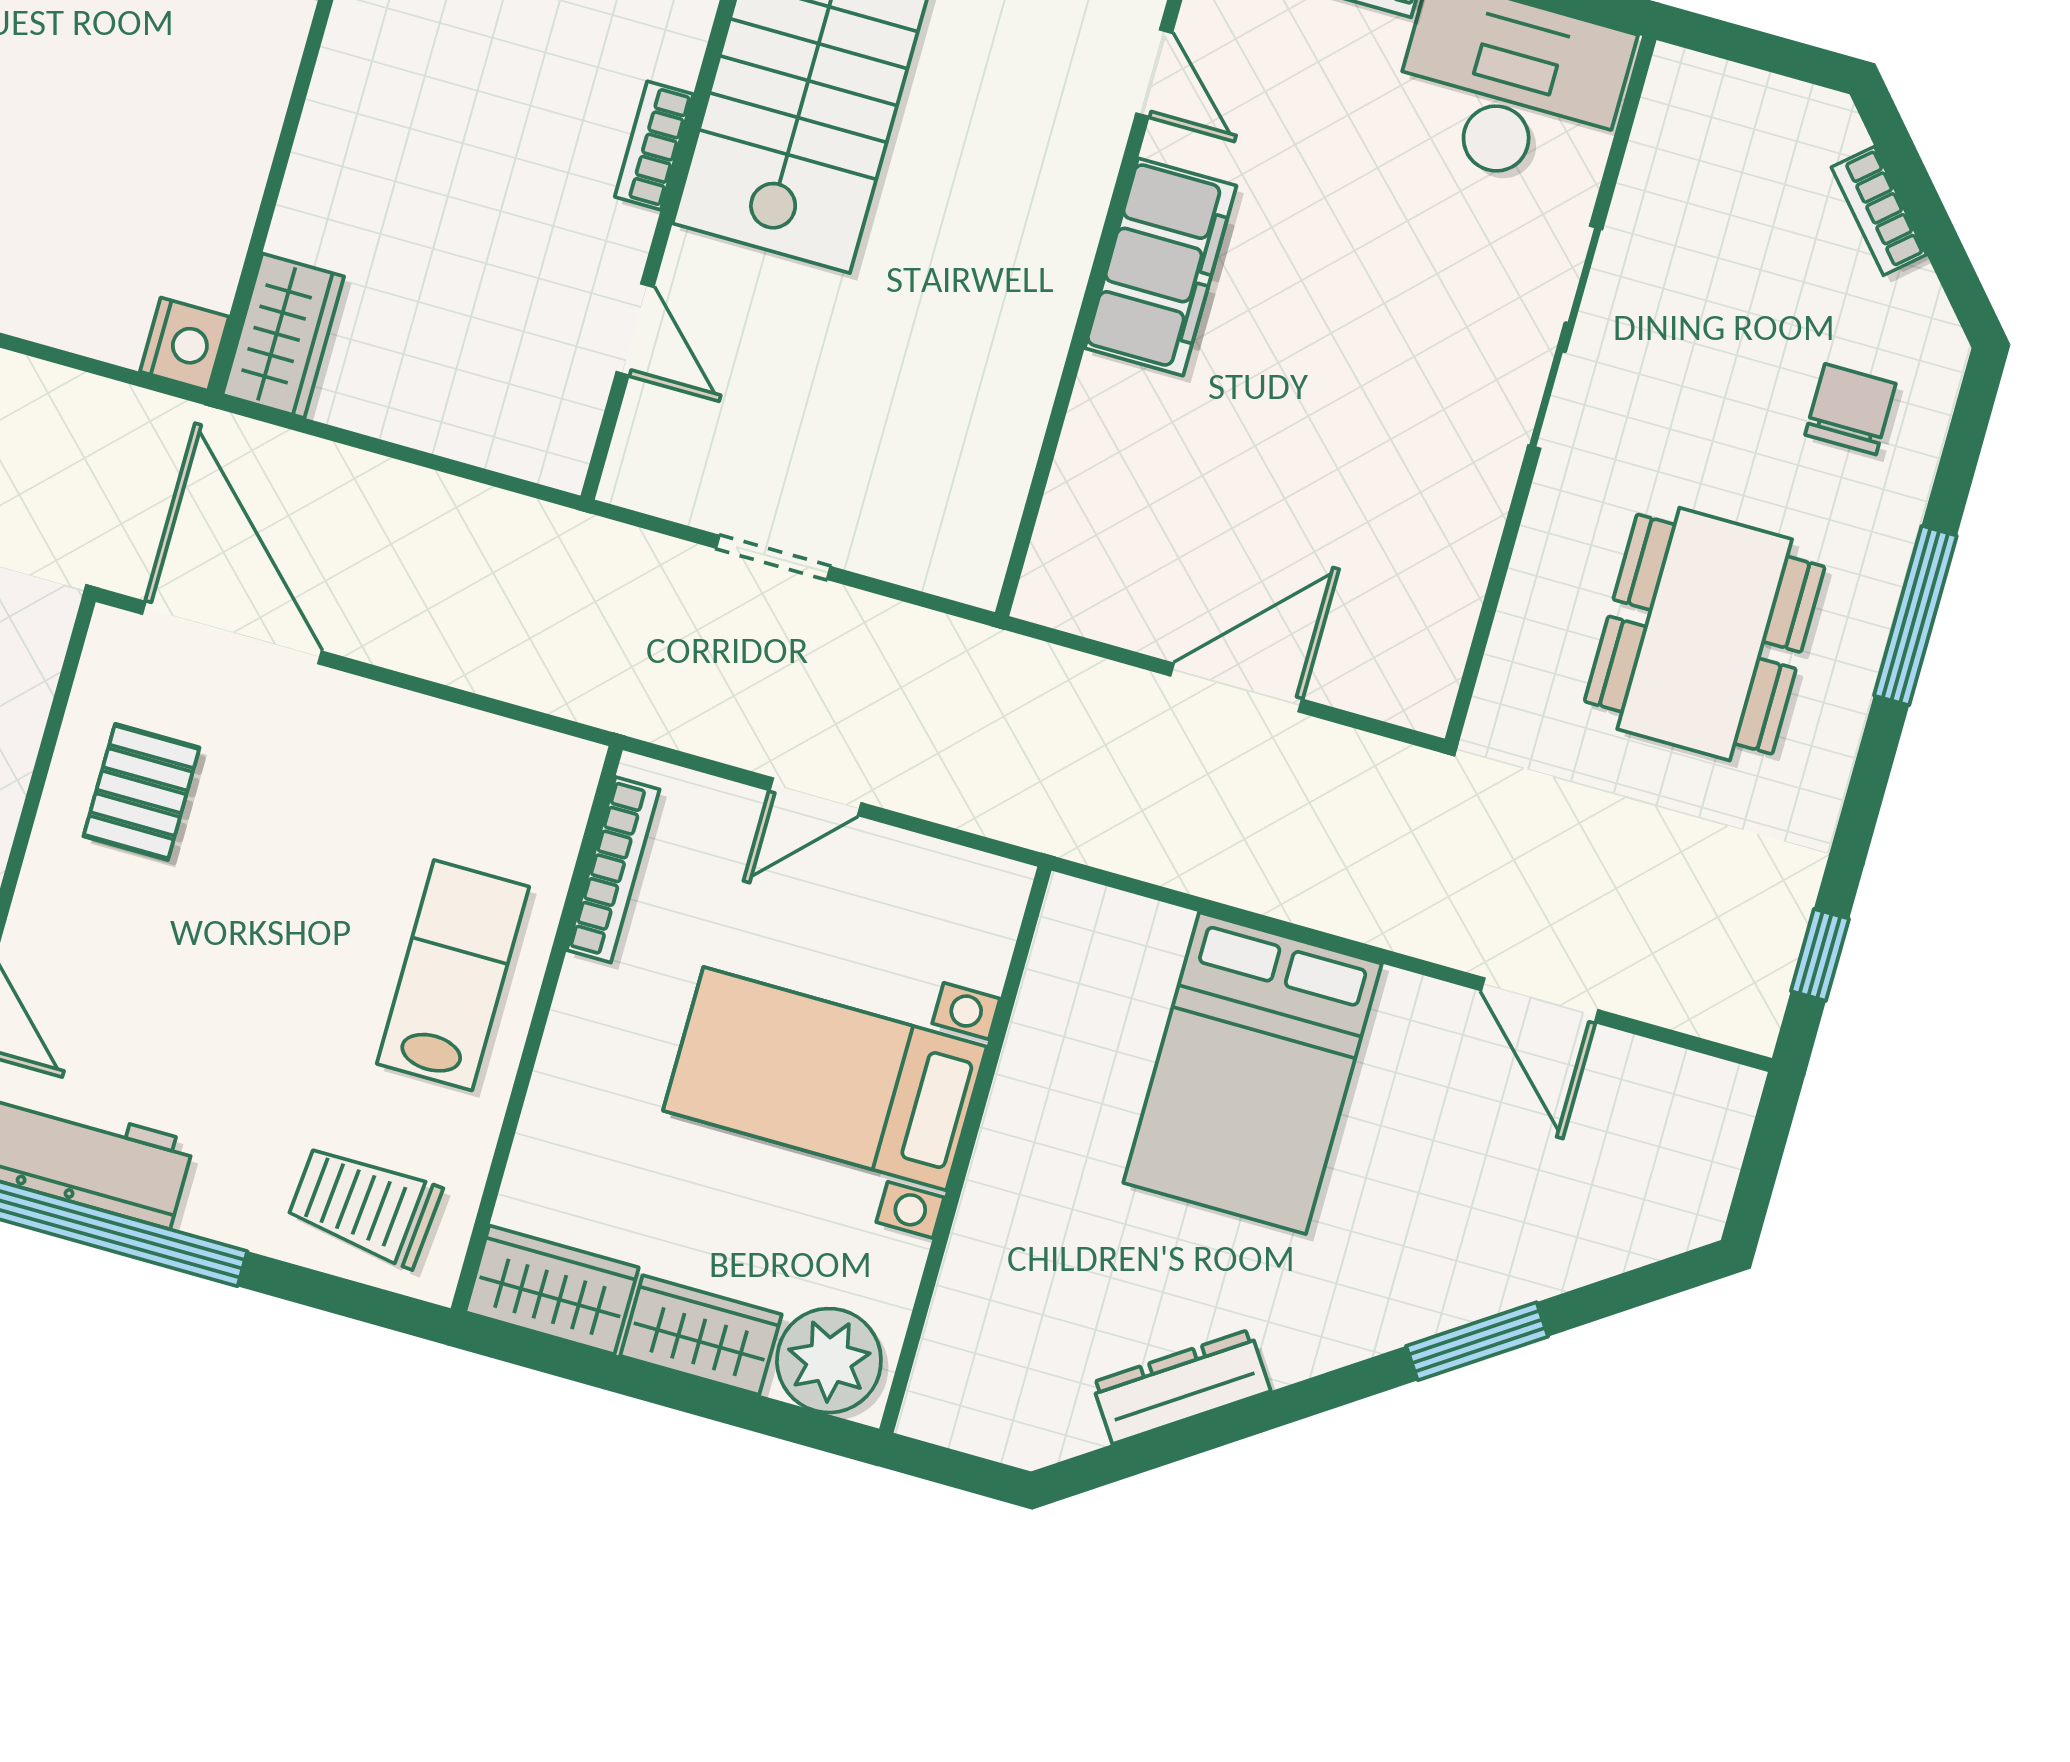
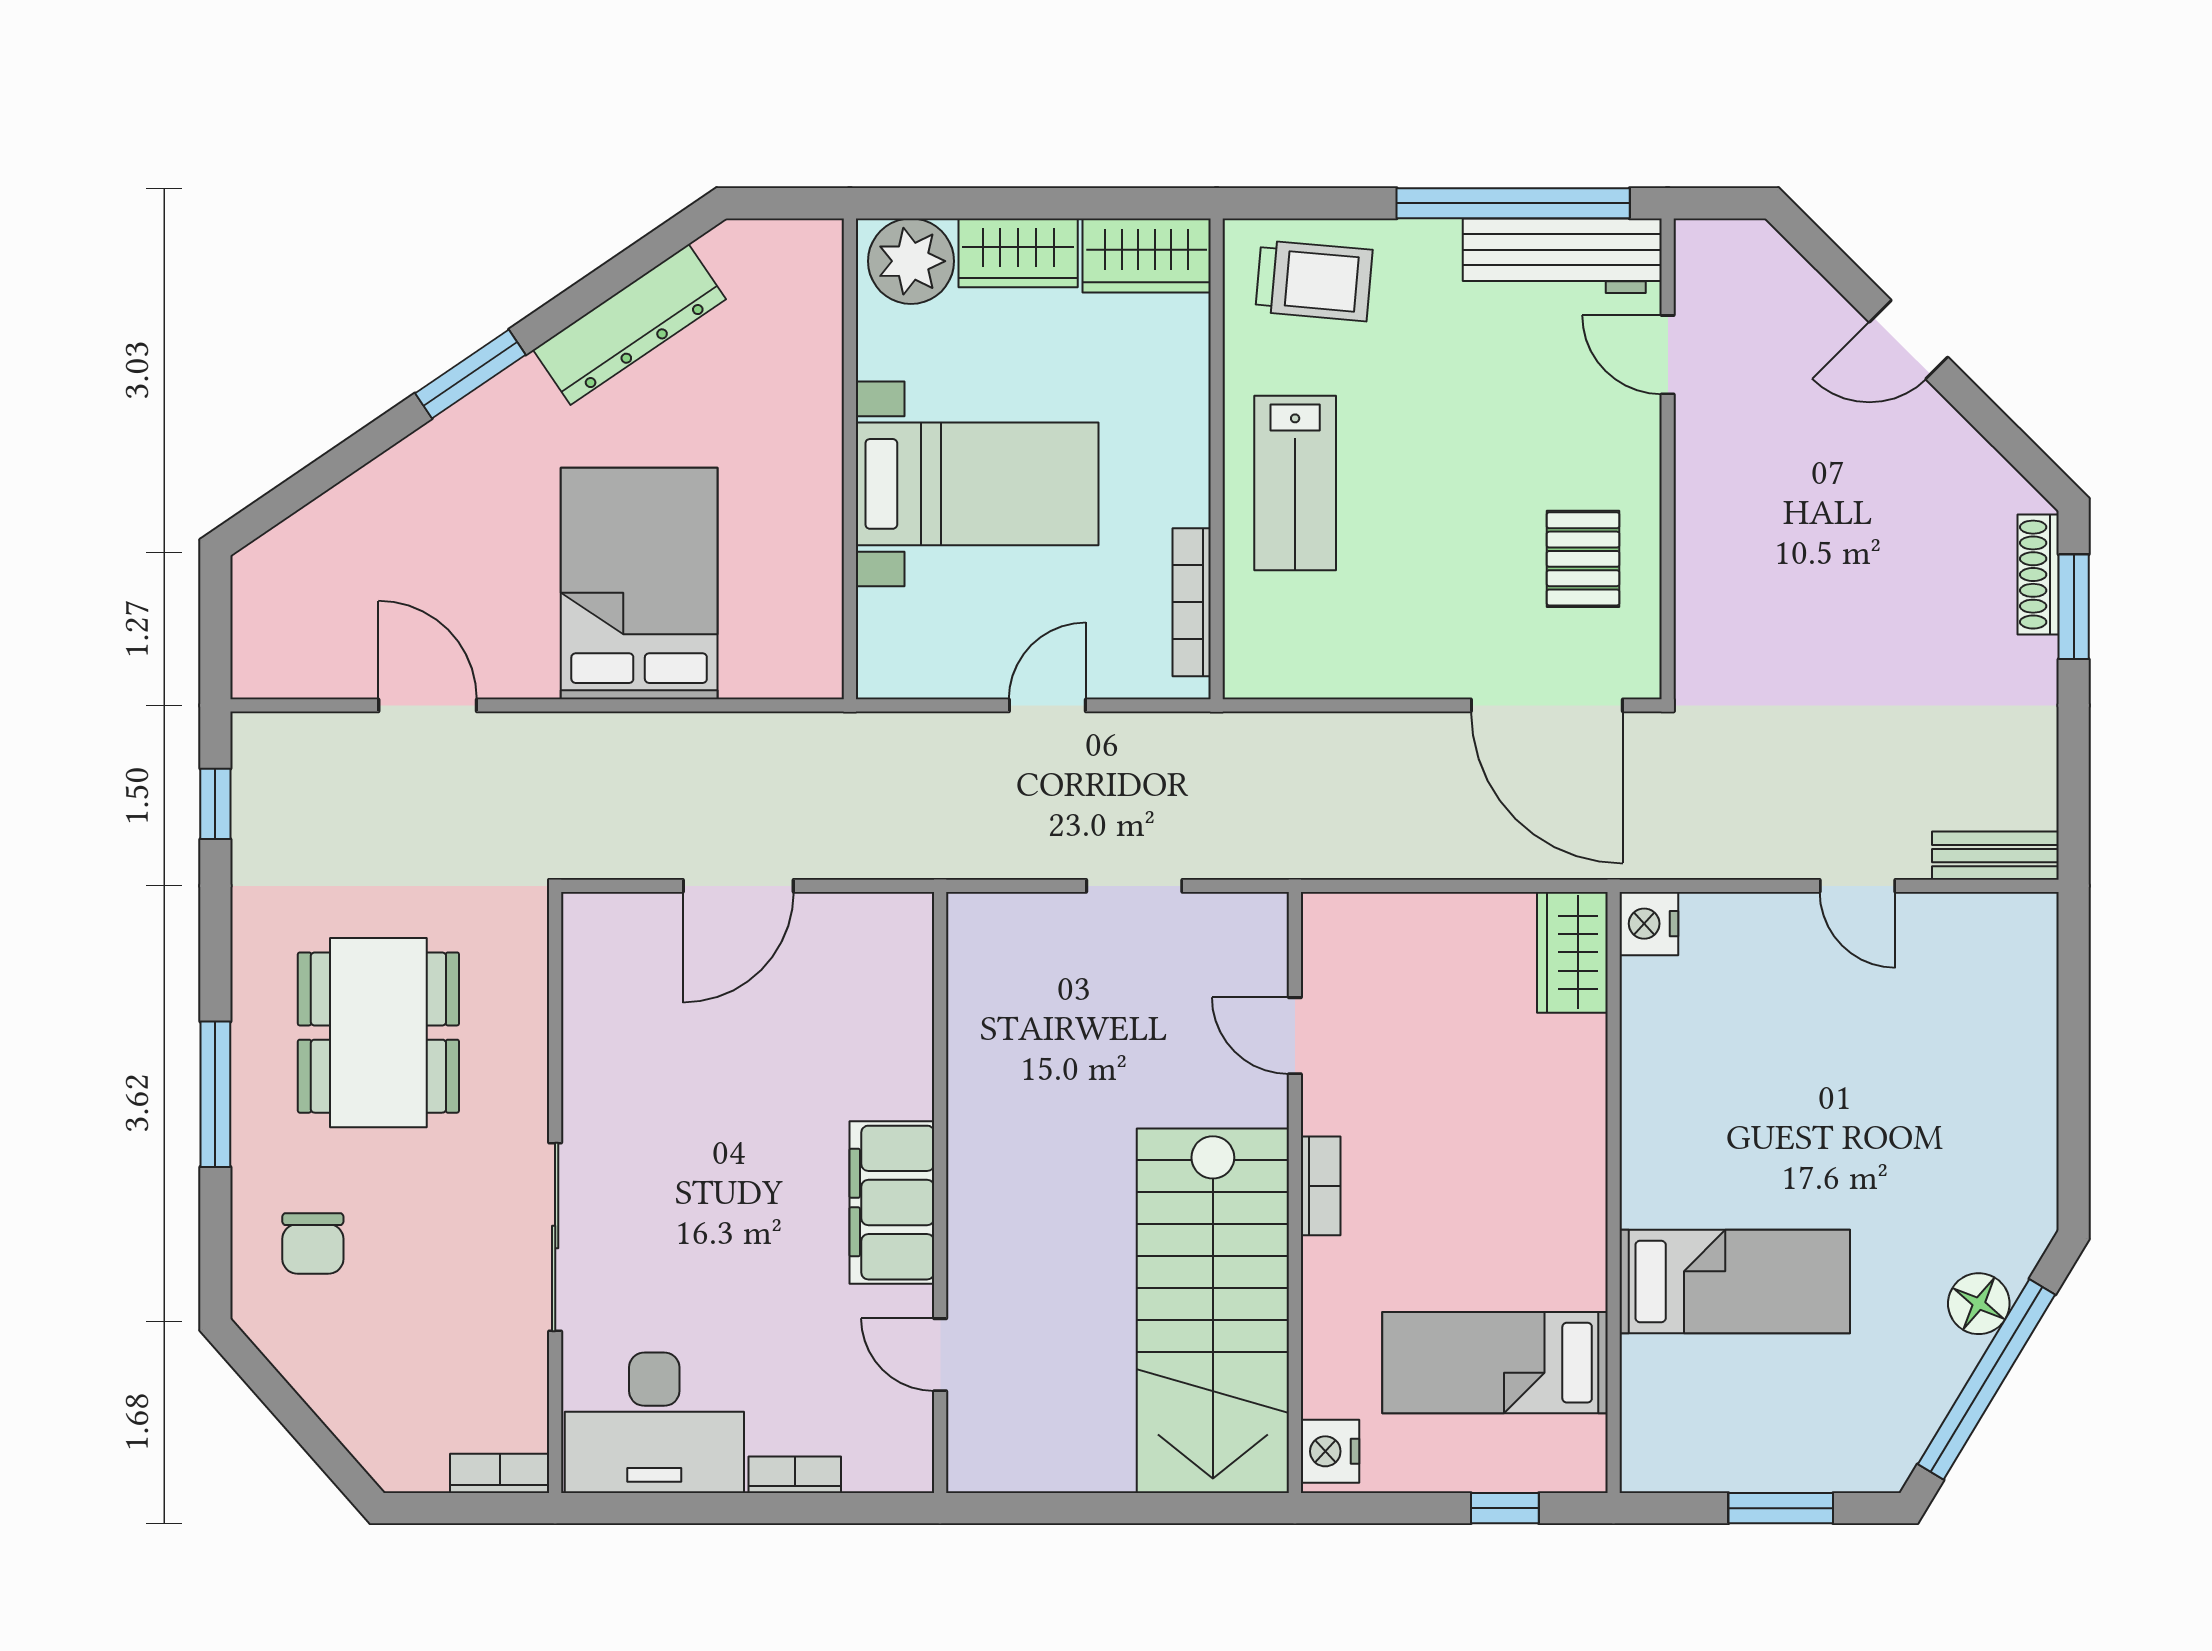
bookcase: (1879, 211) -> (500, 1473), moved, turned -49
window: (1477, 1341) -> (470, 374), moved
dresser: (1181, 1387) -> (629, 324), width x1.37, depth x1.24

